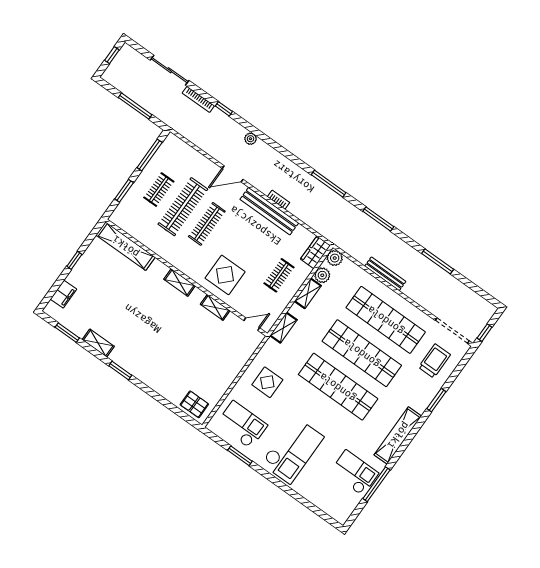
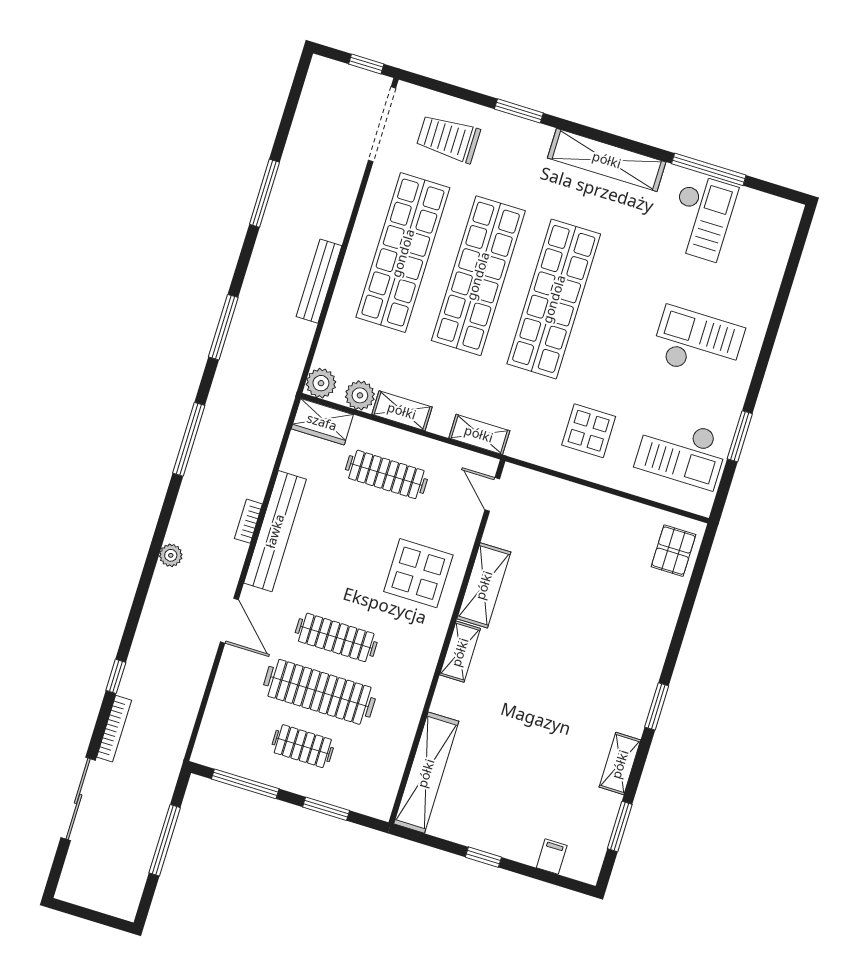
window: (112, 55) -> (86, 913), removed
plant: (251, 139) -> (171, 555), moved
clothes rail: (279, 275) -> (386, 474), width x1.36
filing cabinet: (63, 294) -> (552, 857), width x0.50
shelving: (215, 307) -> (484, 585), width x1.50, depth x1.33
checkout: (242, 425) -> (682, 451), turned -90
checkout: (292, 450) -> (698, 344), width x0.73, depth x0.83
checkout: (354, 473) -> (701, 217), turned 180

